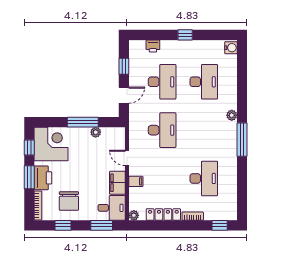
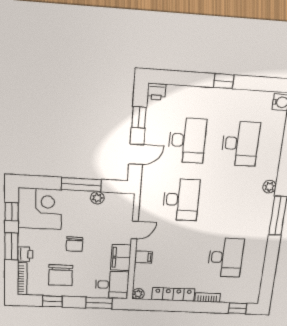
printer: (153, 46) -> (157, 92), moved
door: (127, 158) -> (135, 230), swing flipped
chair: (79, 173) -> (74, 244), added
printer: (43, 178) -> (25, 254), width x0.53, depth x0.68

